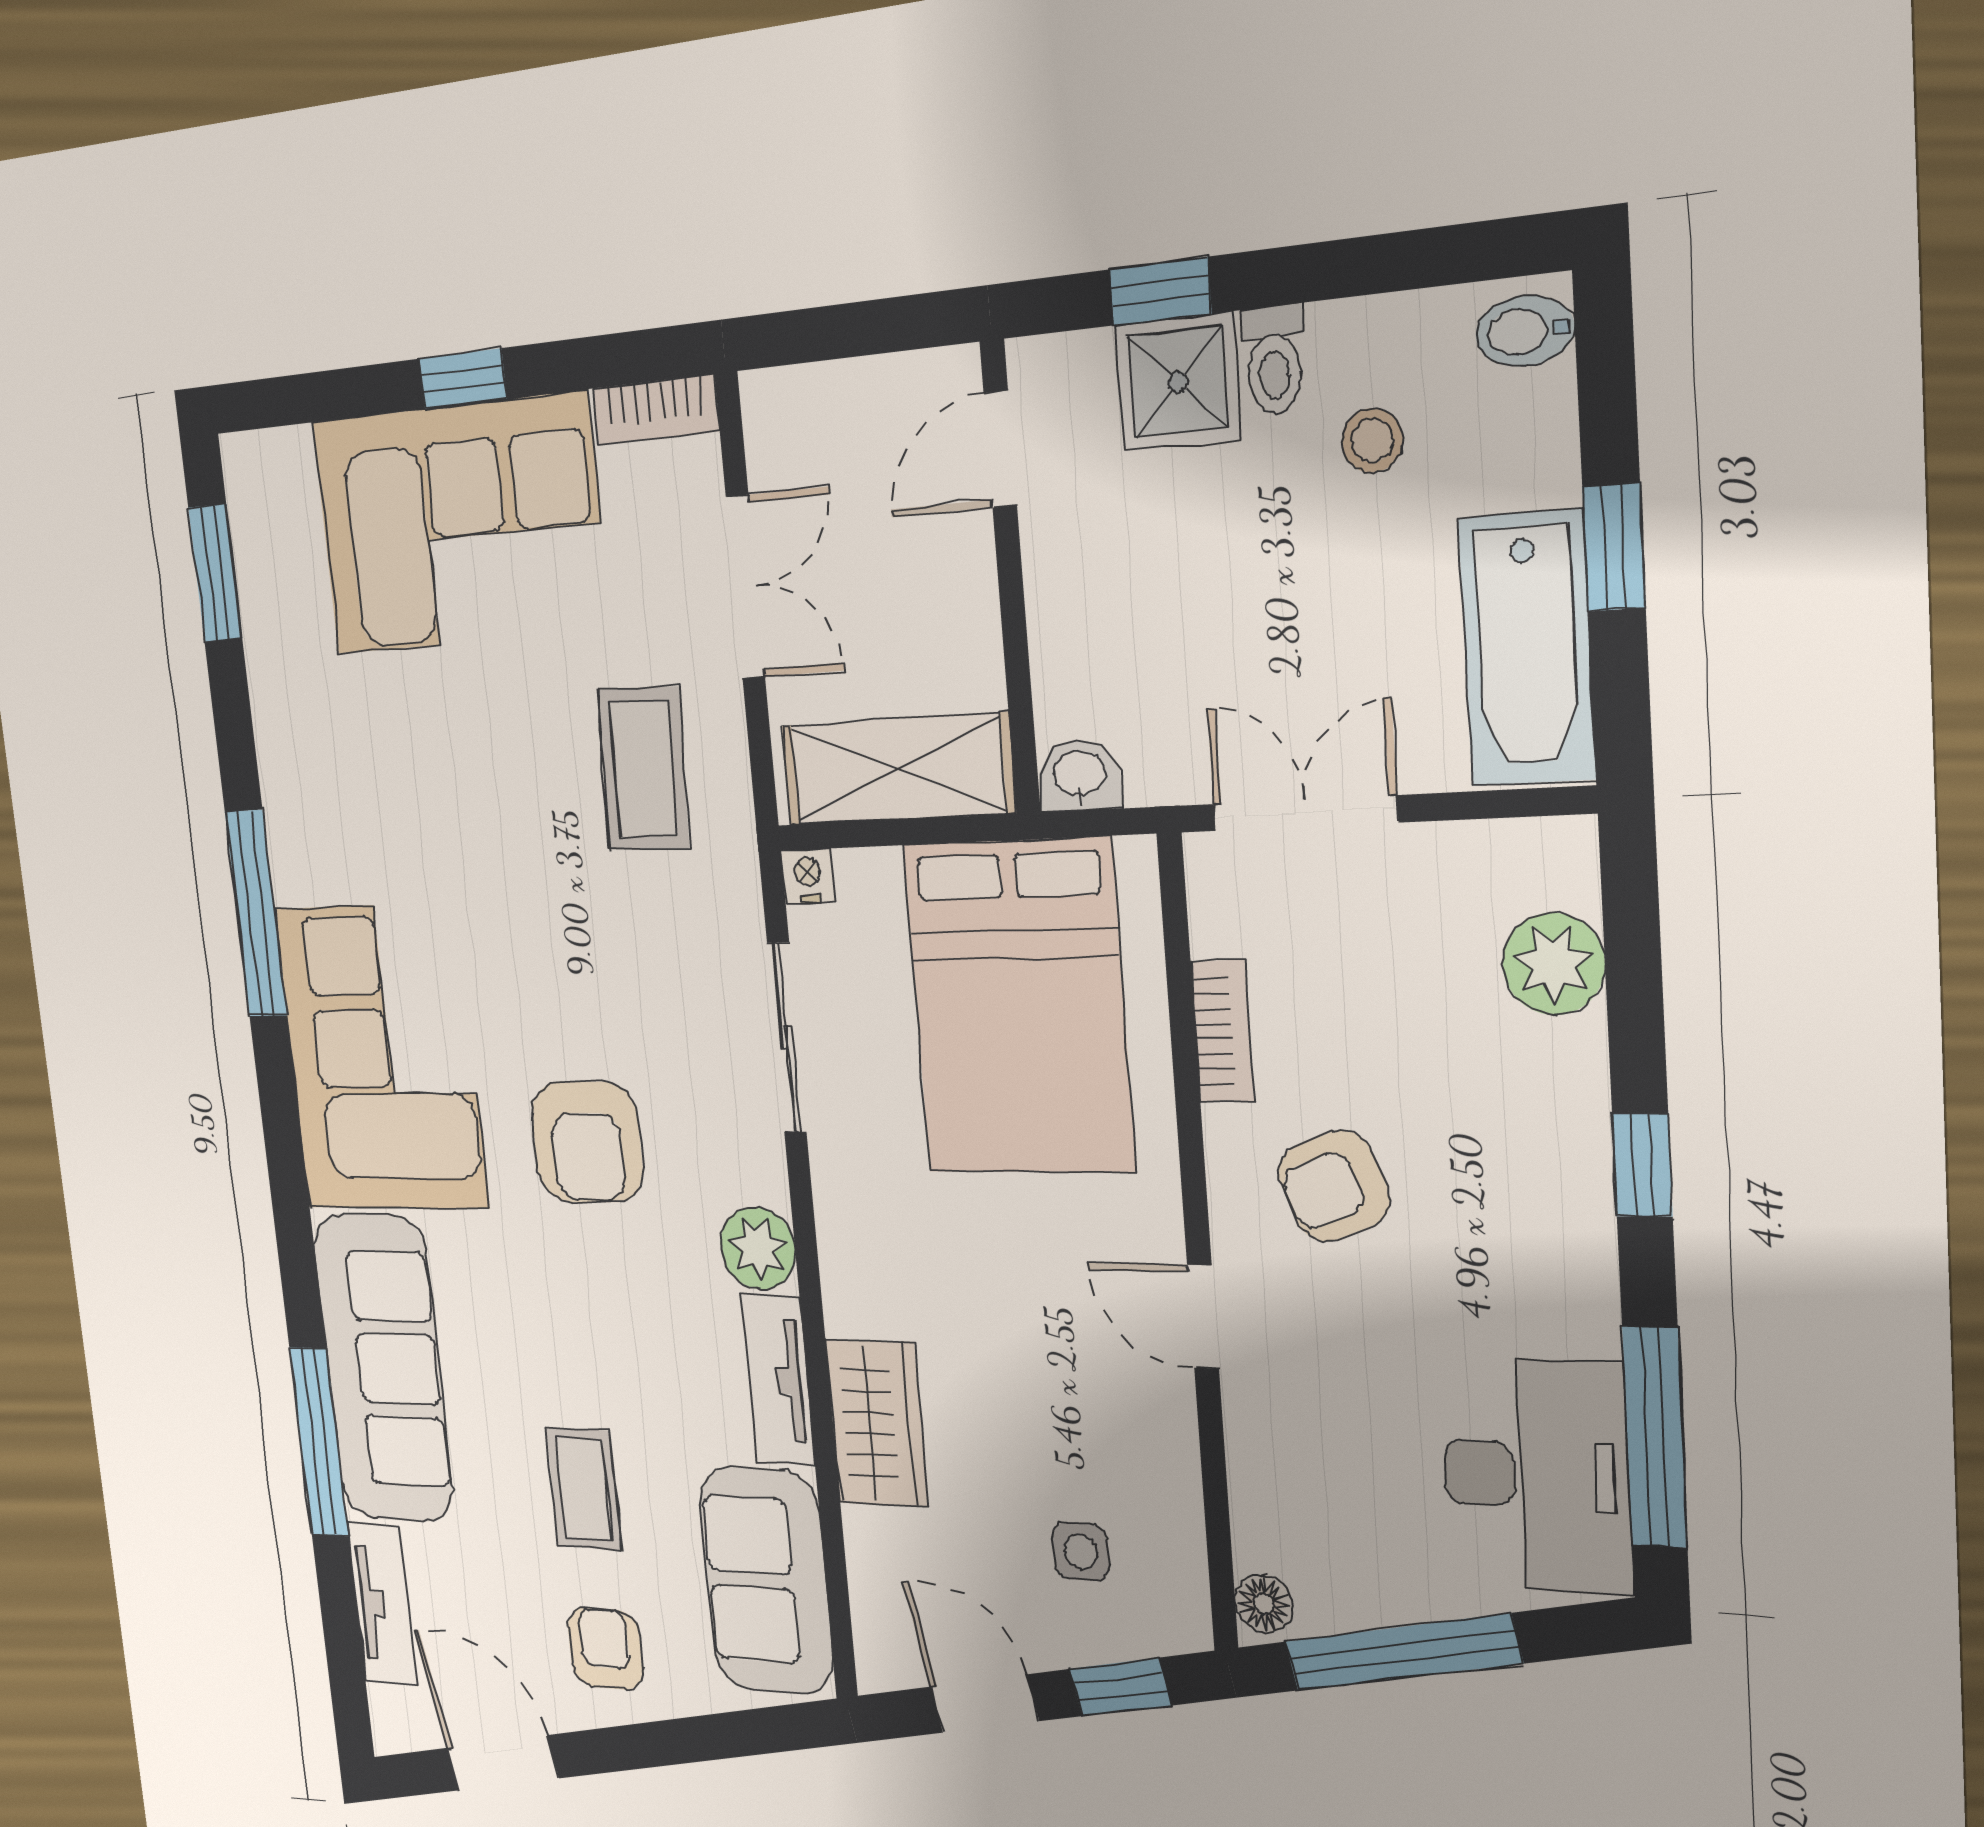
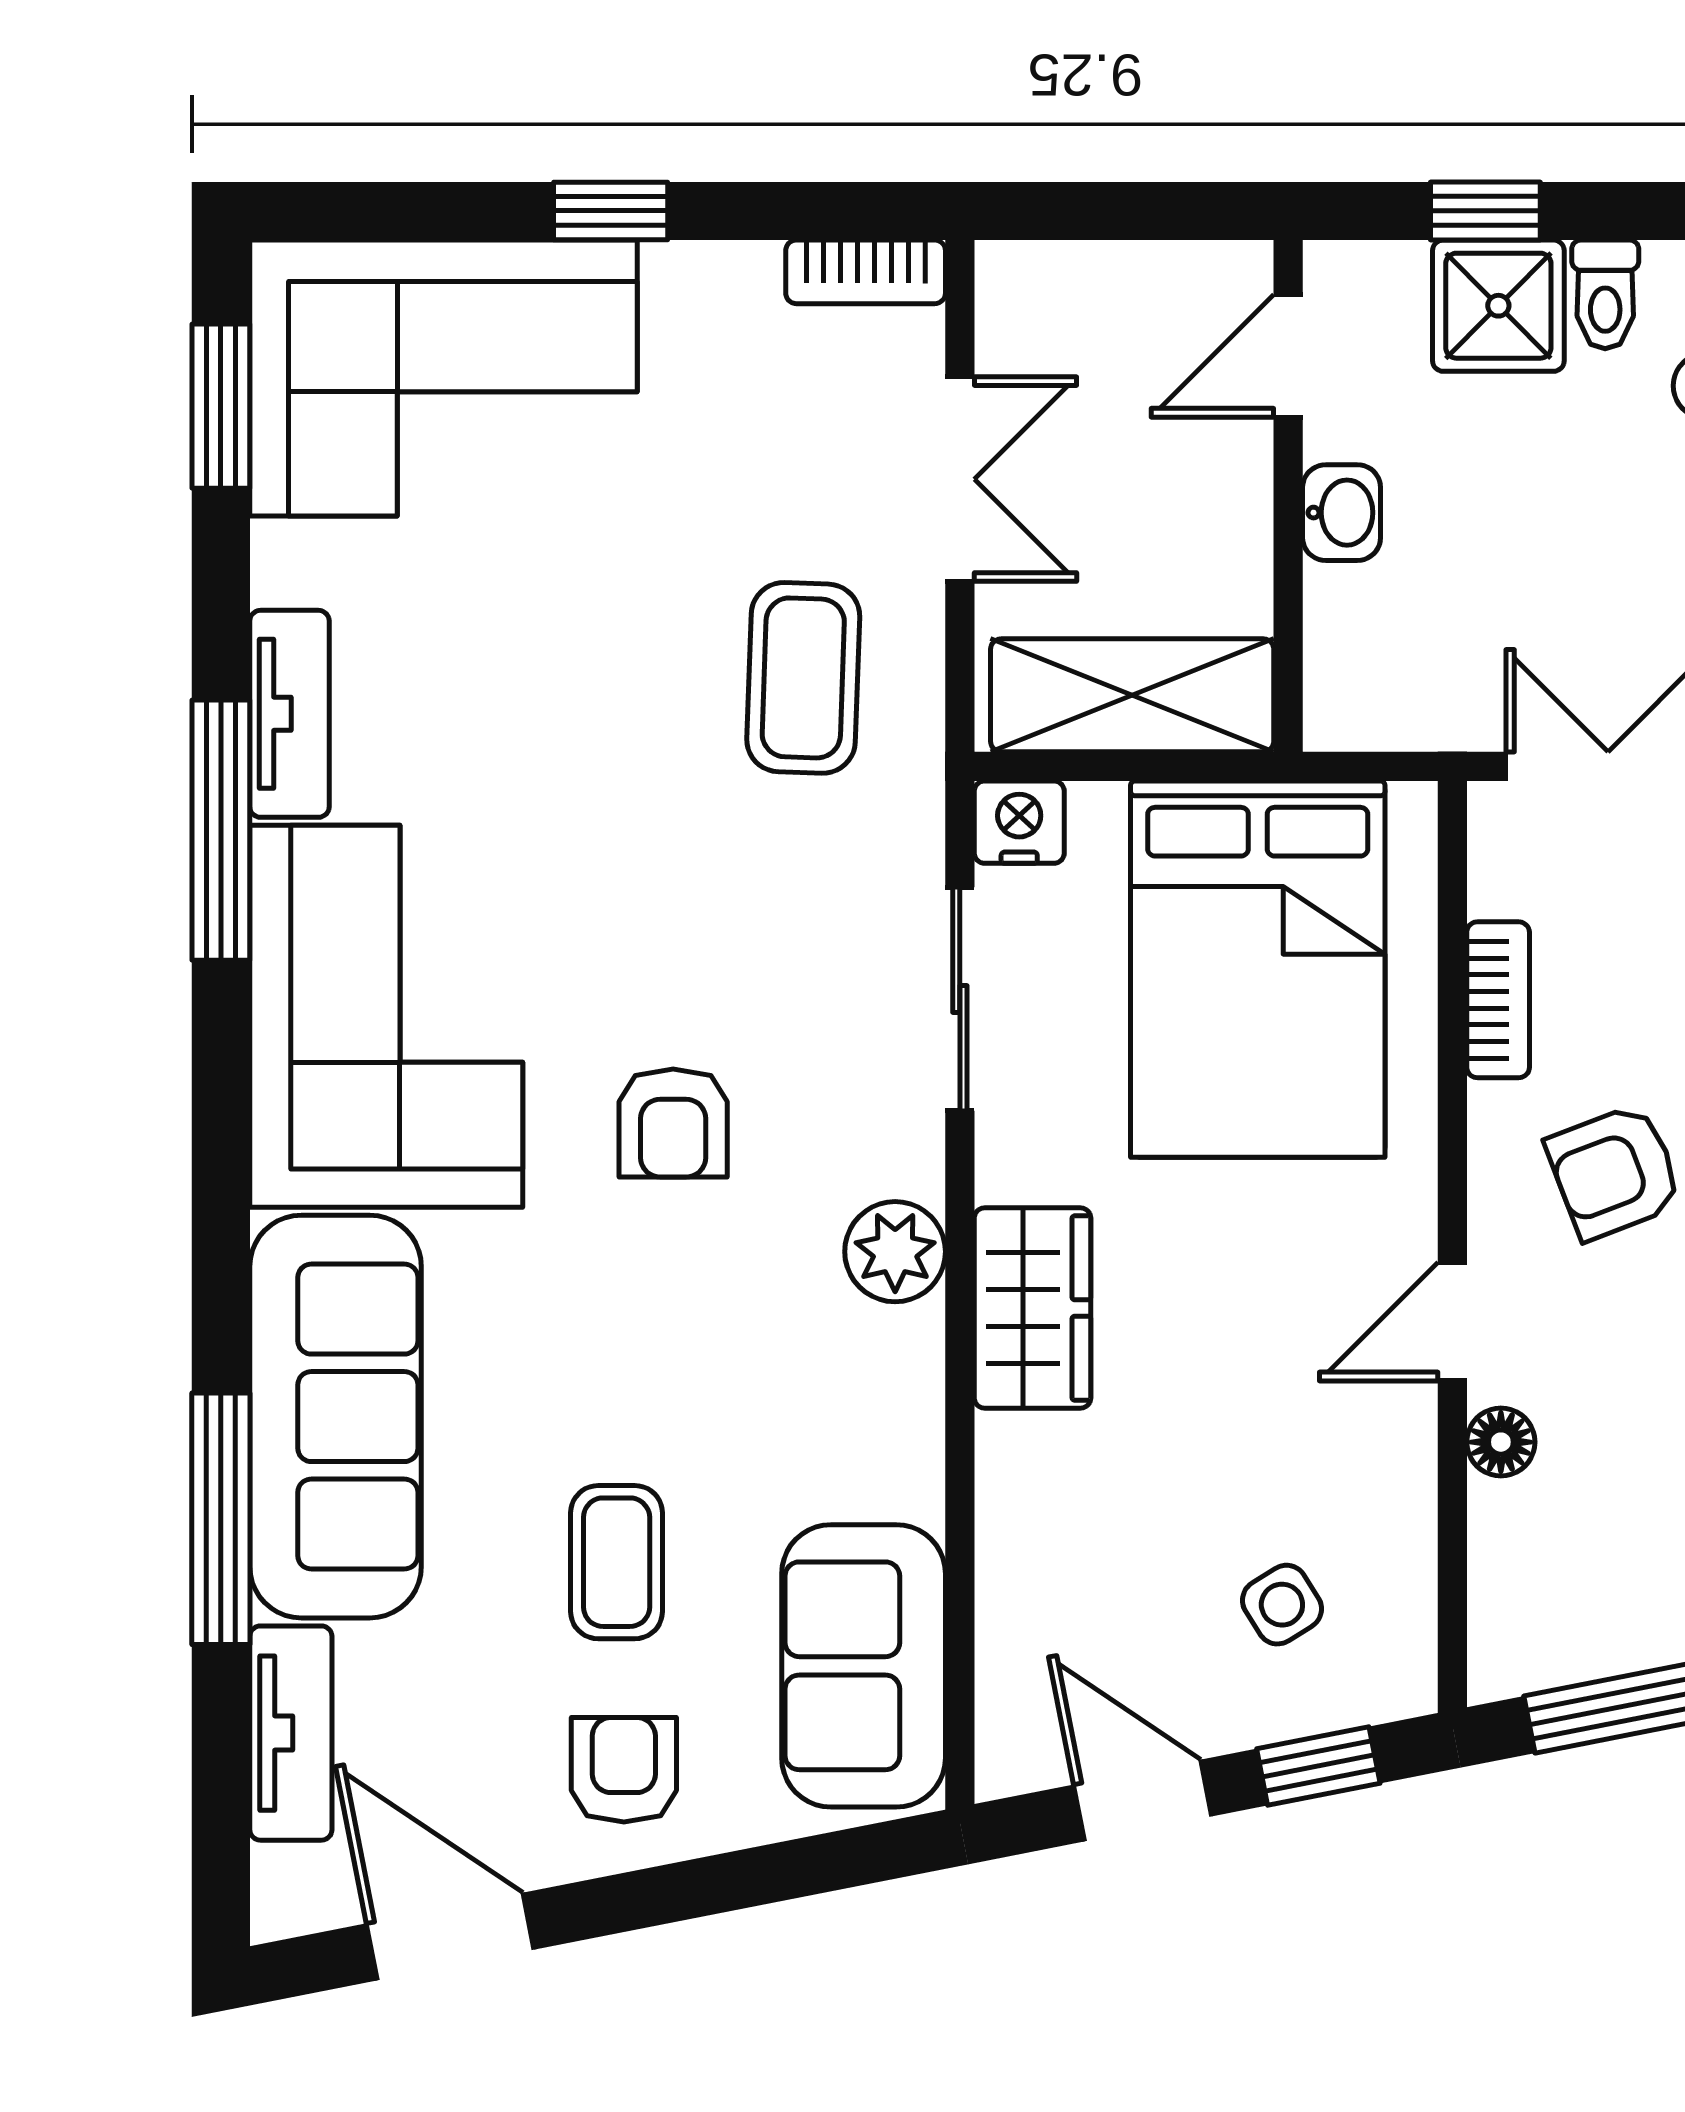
corner sofa: (460, 525) -> (443, 378), moved
washbasin: (1079, 775) -> (1342, 513), moved, turned 90
nightstand: (808, 876) -> (1019, 822), width x1.39, depth x1.35
armchair: (587, 1142) -> (673, 1123), width x0.72, depth x0.72
door: (1203, 1317) -> (1452, 1322), hinge flipped
tv unit: (778, 1380) -> (289, 714), moved, turned 180
wardrobe: (877, 1423) -> (1032, 1308), moved
side table: (1081, 1552) -> (1282, 1605), turned -32
floor lamp: (1264, 1604) -> (1501, 1442), moved

